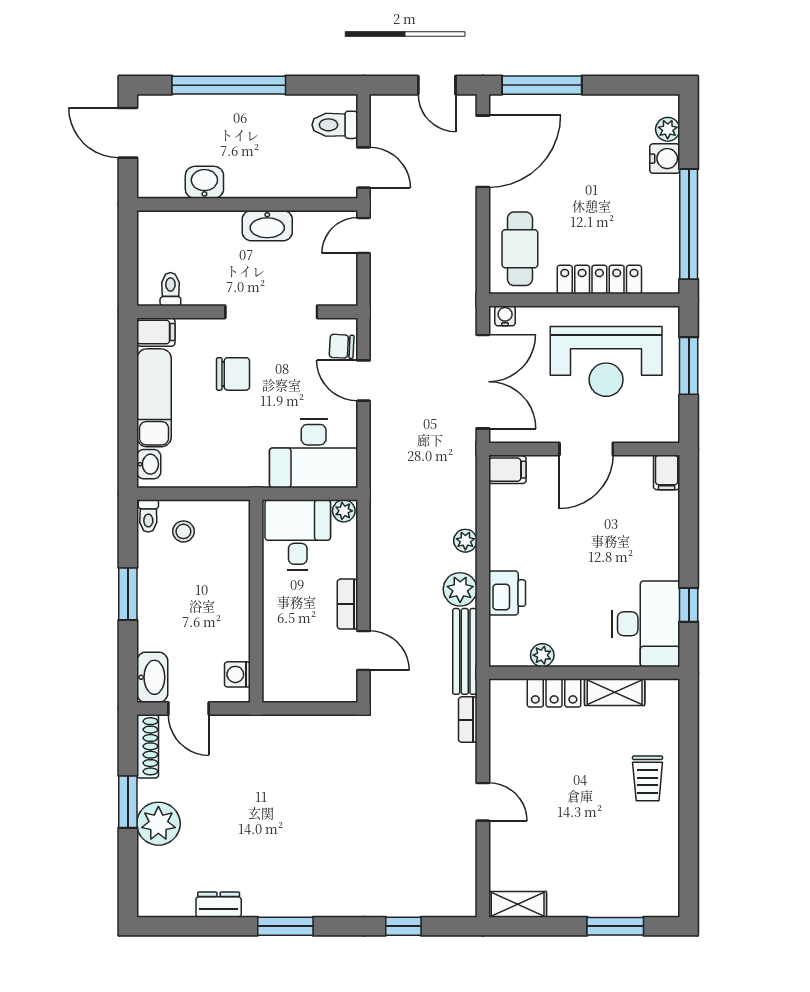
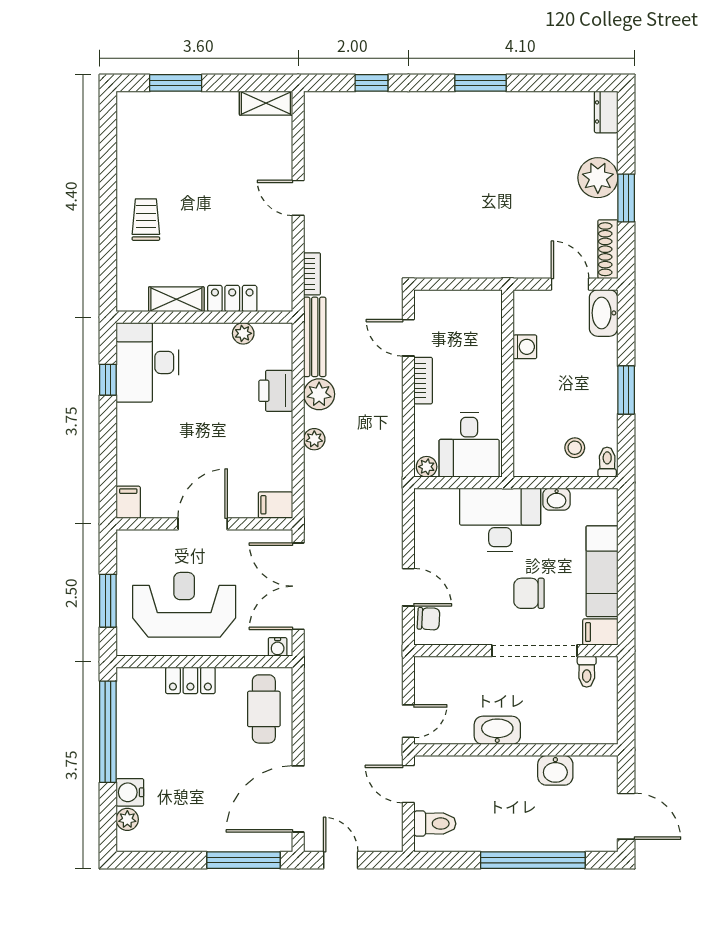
locker: (599, 280) -> (190, 680), width x0.66
doorway: (271, 312) -> (534, 651), moved
desk: (314, 453) -> (500, 520), moved
washbasin: (149, 464) -> (557, 499), moved, turned -90
washing machine: (237, 674) -> (525, 347), moved
dresser: (219, 905) -> (606, 112), moved, turned 90

